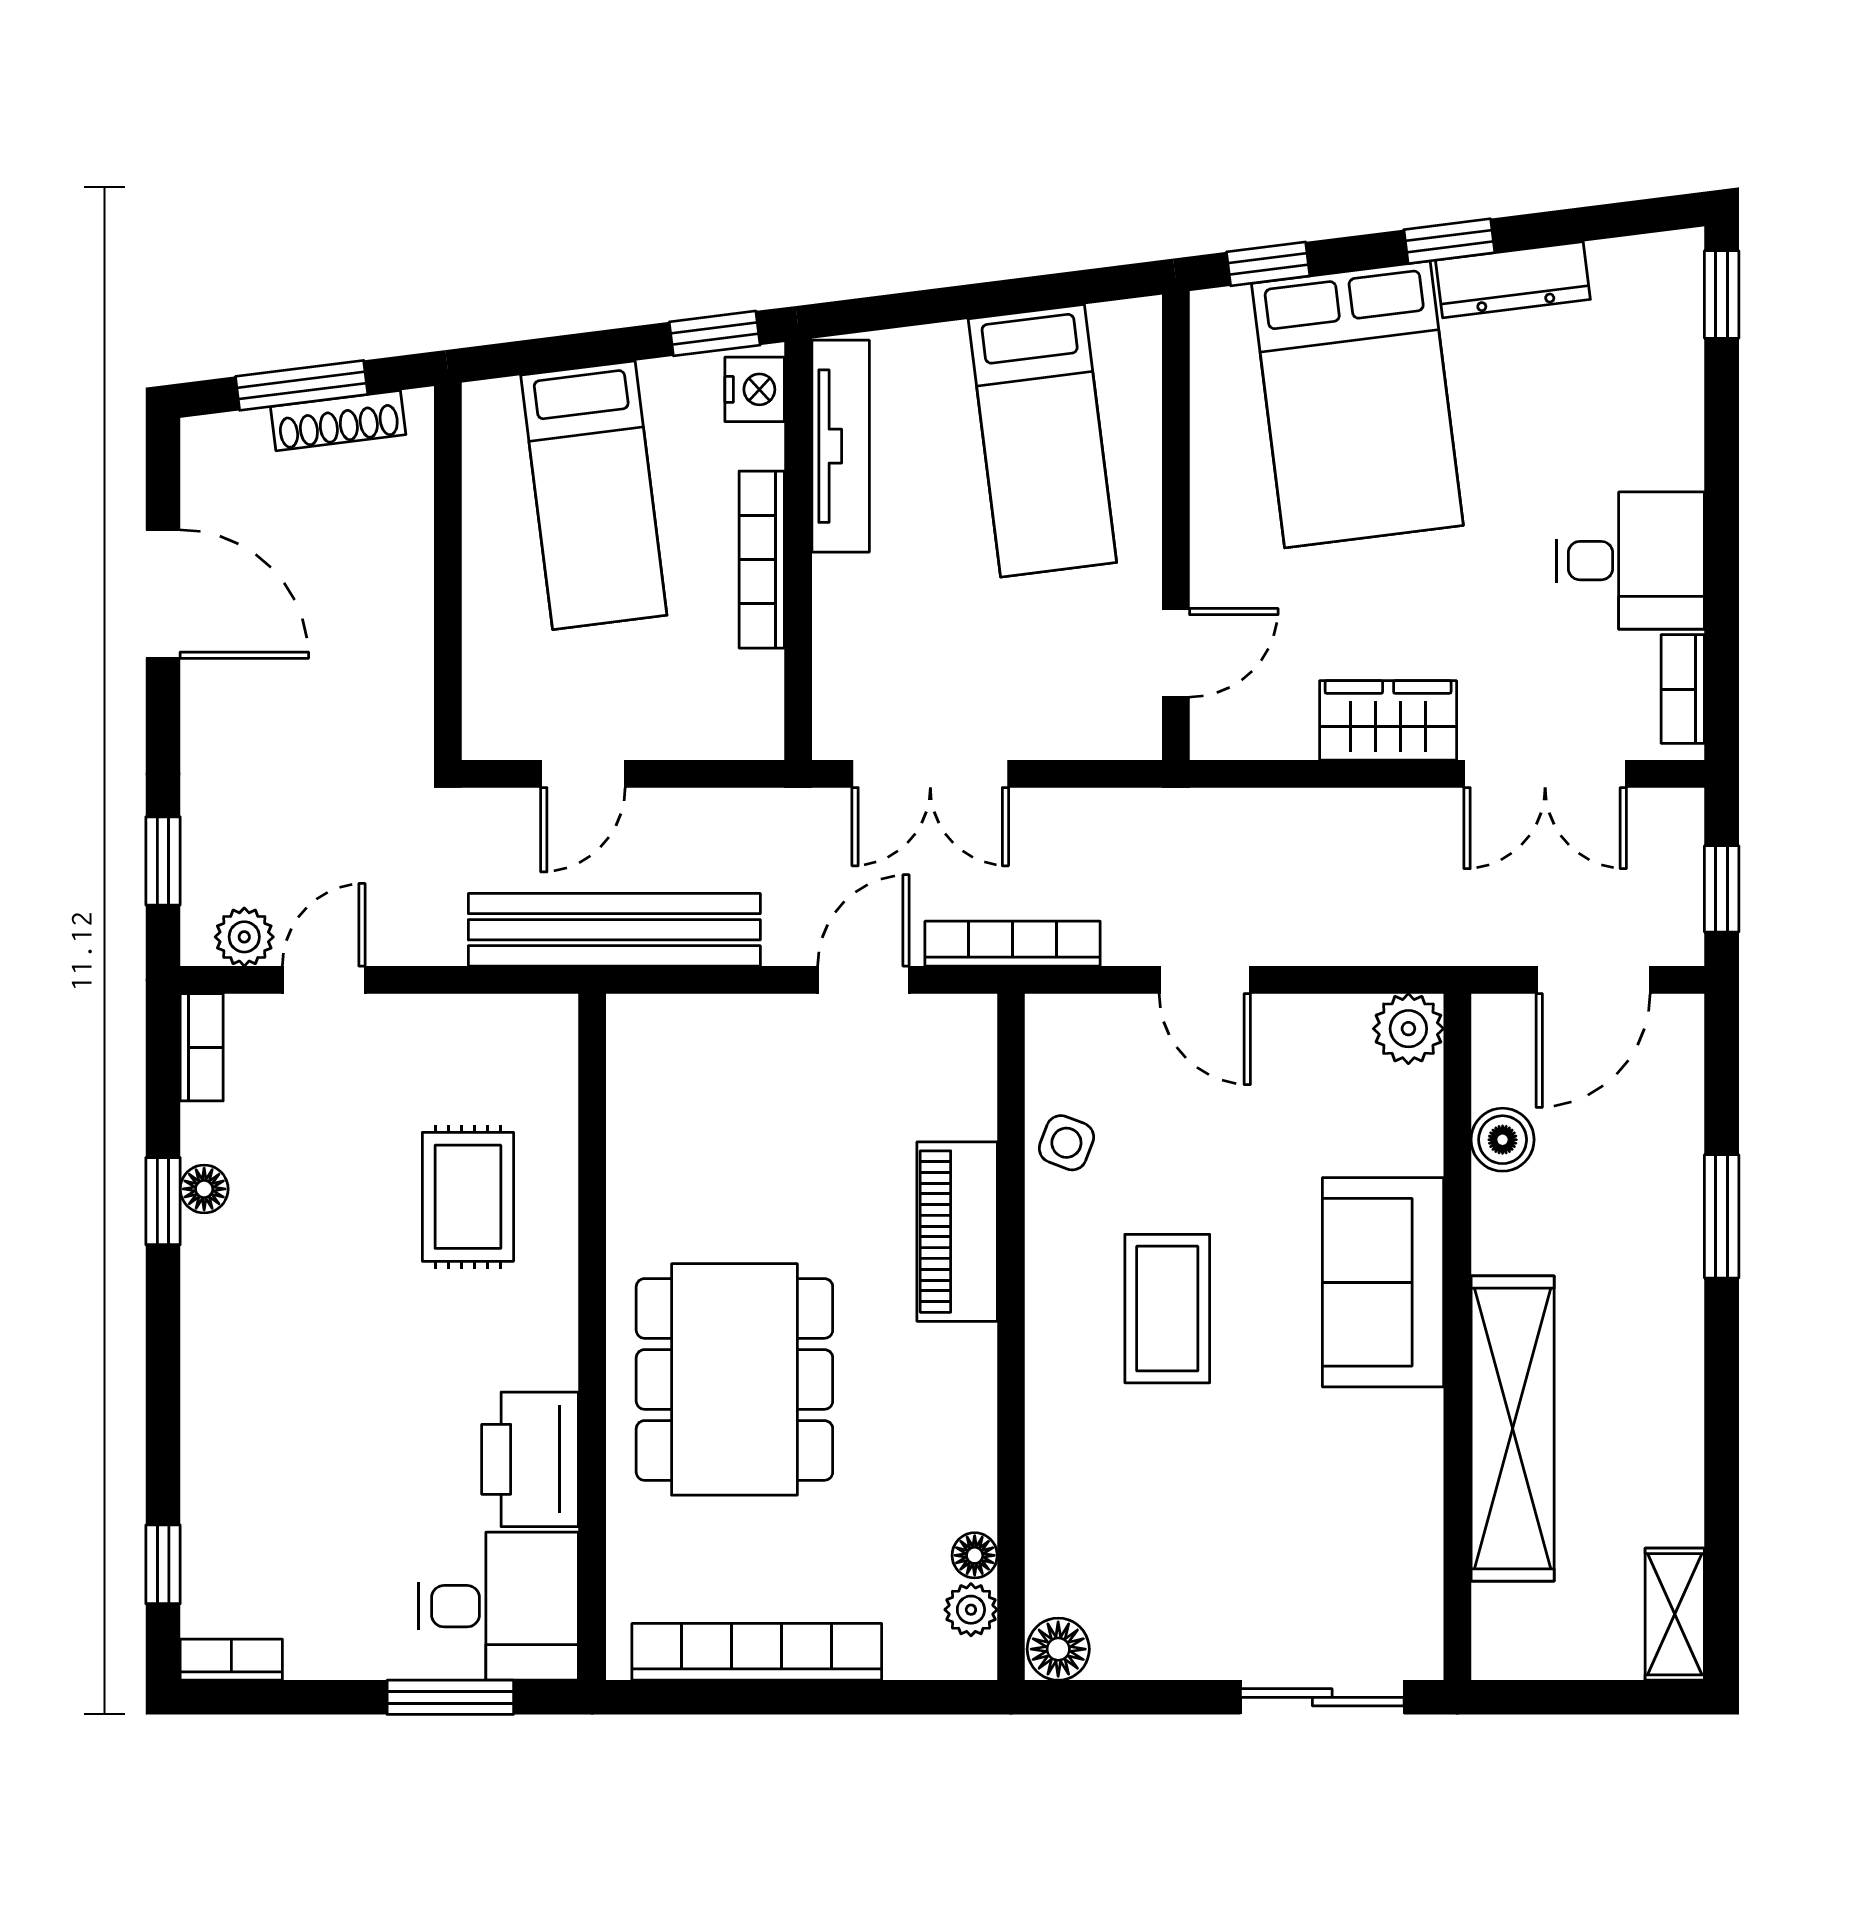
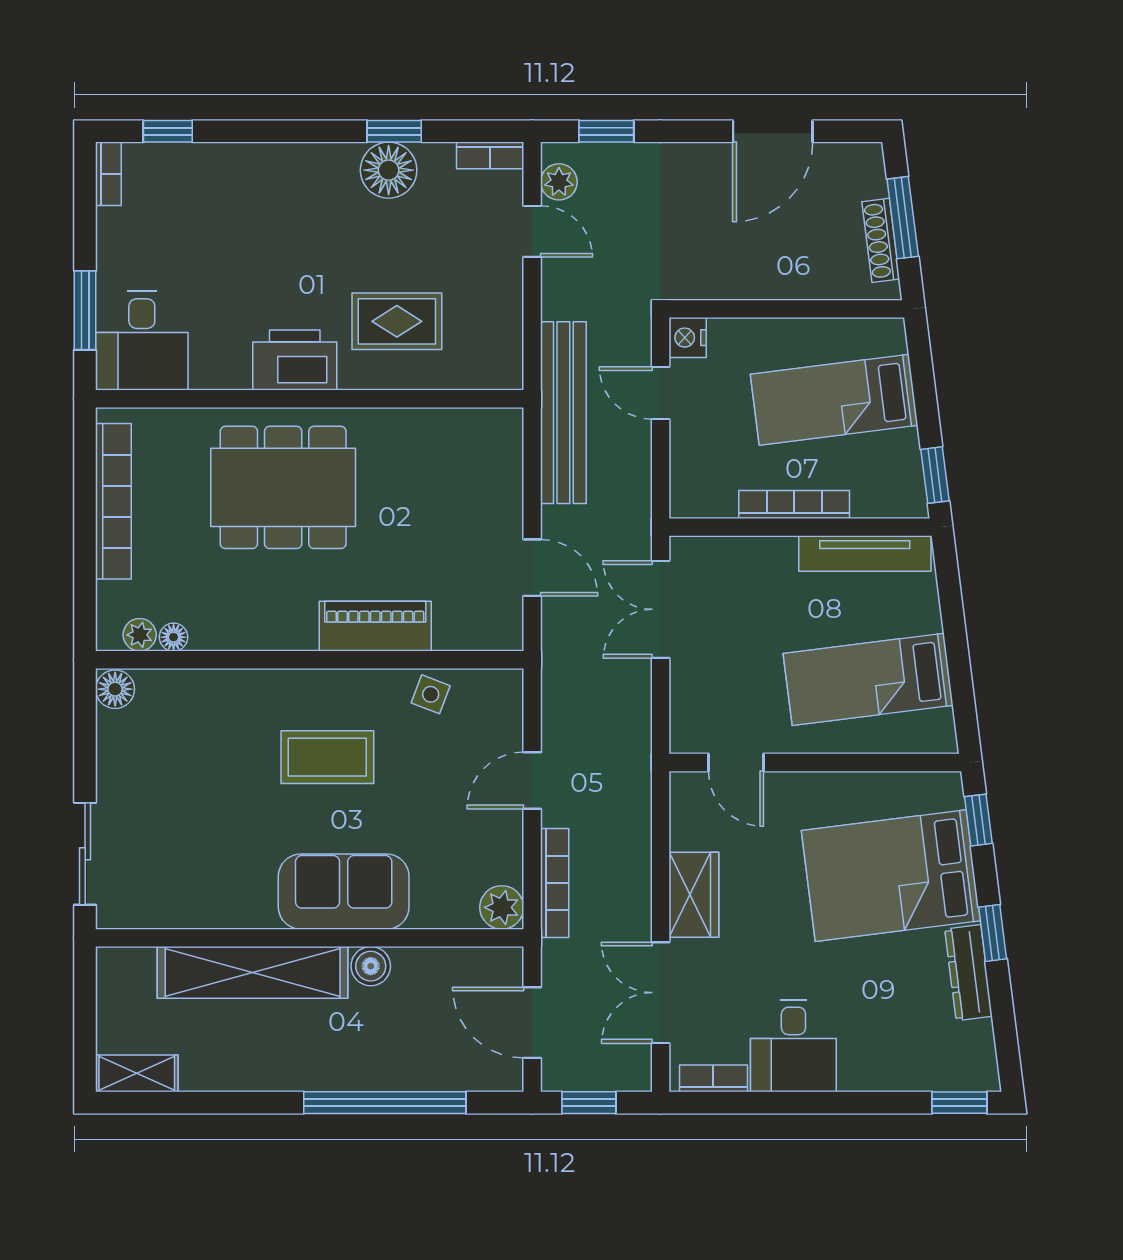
nightstand: (755, 389) -> (688, 338), moved, turned 90
bookcase: (1013, 944) -> (555, 883), moved
boiler: (1503, 1140) -> (371, 966), moved
floor lamp: (204, 1189) -> (389, 170), width x1.89, depth x1.89
window: (1722, 1216) -> (385, 1103), width x2.11
printer: (530, 1459) -> (295, 360), moved

